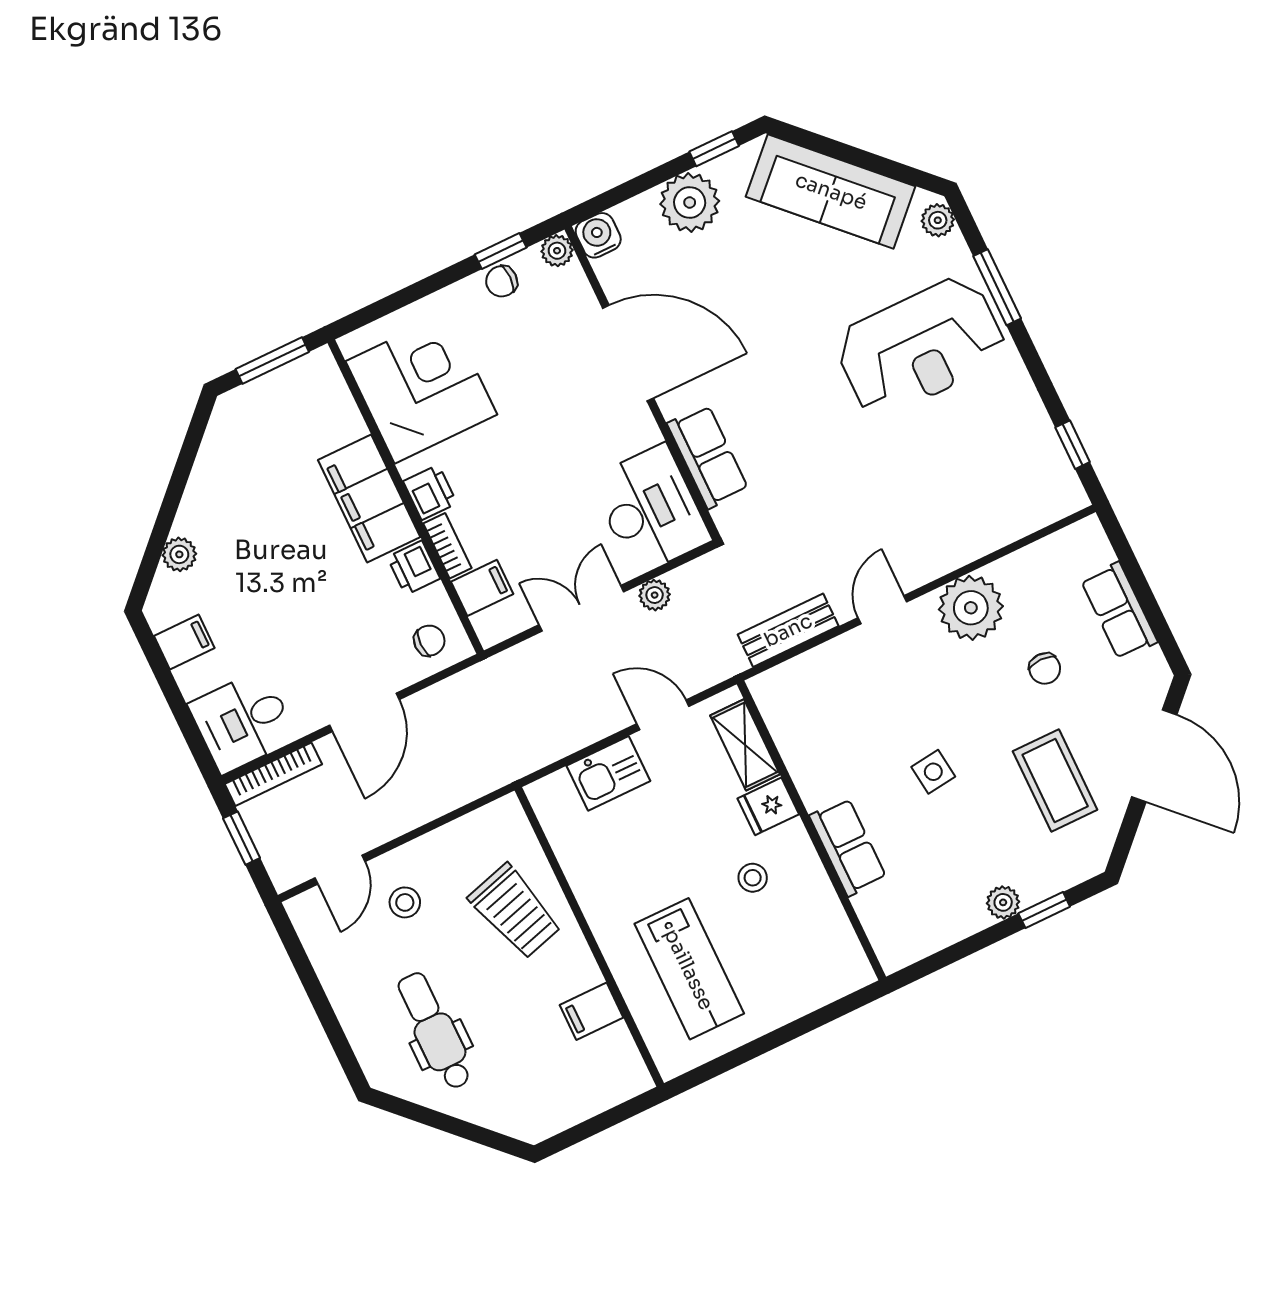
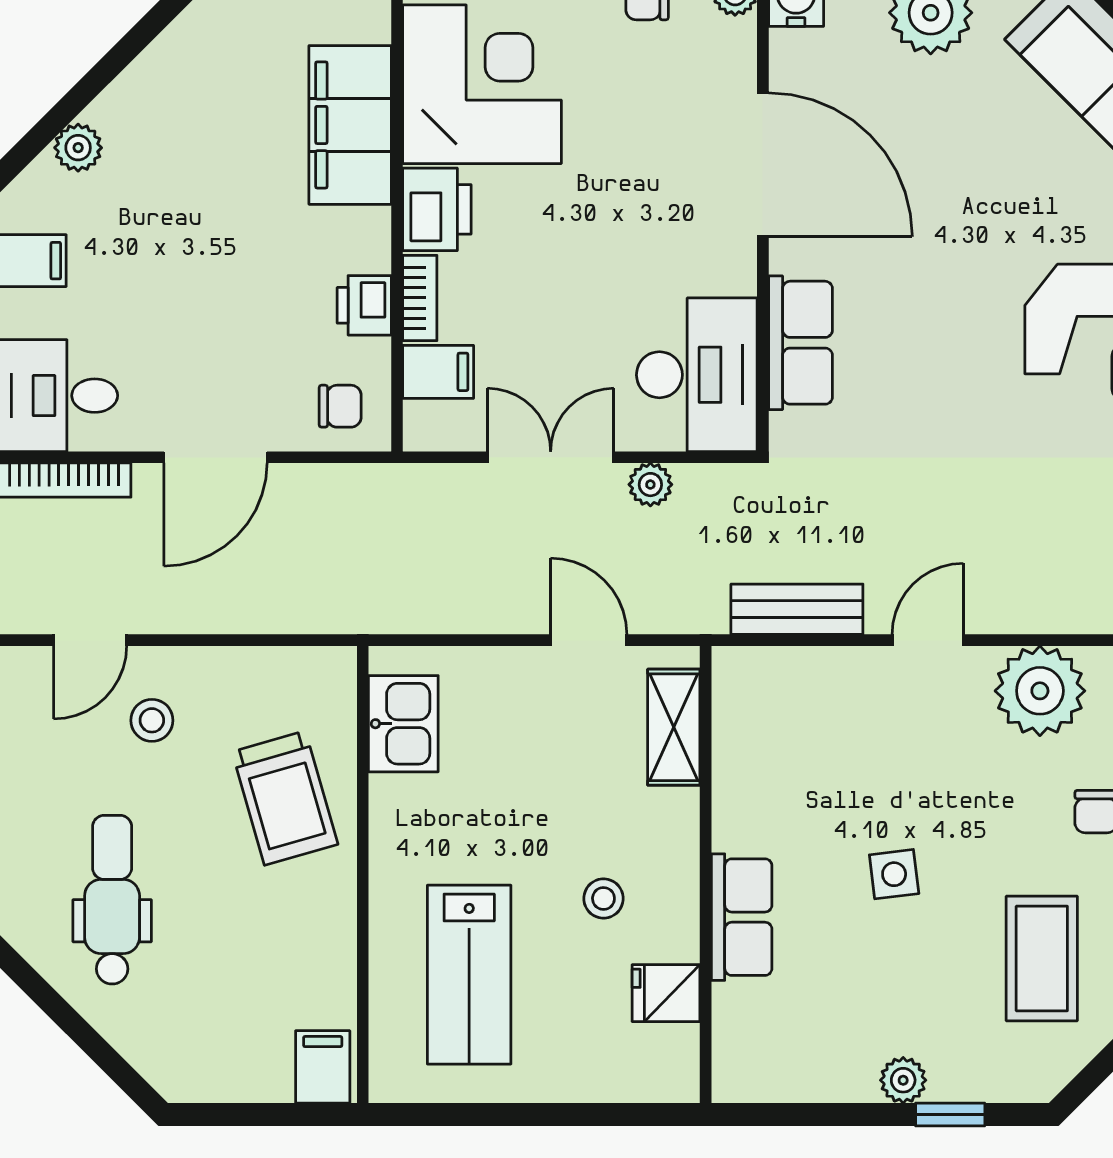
printer: (430, 492) -> (437, 209), width x1.36, depth x1.24
filing cabinet: (369, 498) -> (350, 125), moved
kitchen sink: (608, 773) -> (403, 724), moved, turned -90
fridge: (768, 806) -> (666, 993), moved
filing cabinet: (591, 1011) -> (323, 1067), moved, turned 90

